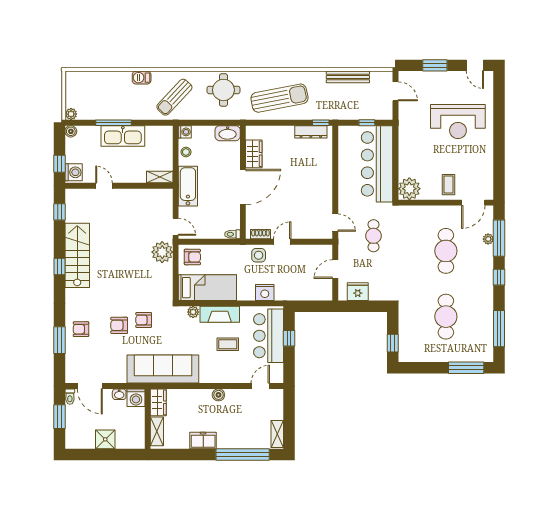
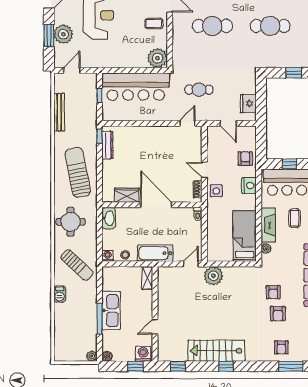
plant: (436, 82) -> (63, 34), added
armchair: (192, 257) -> (245, 159), moved

